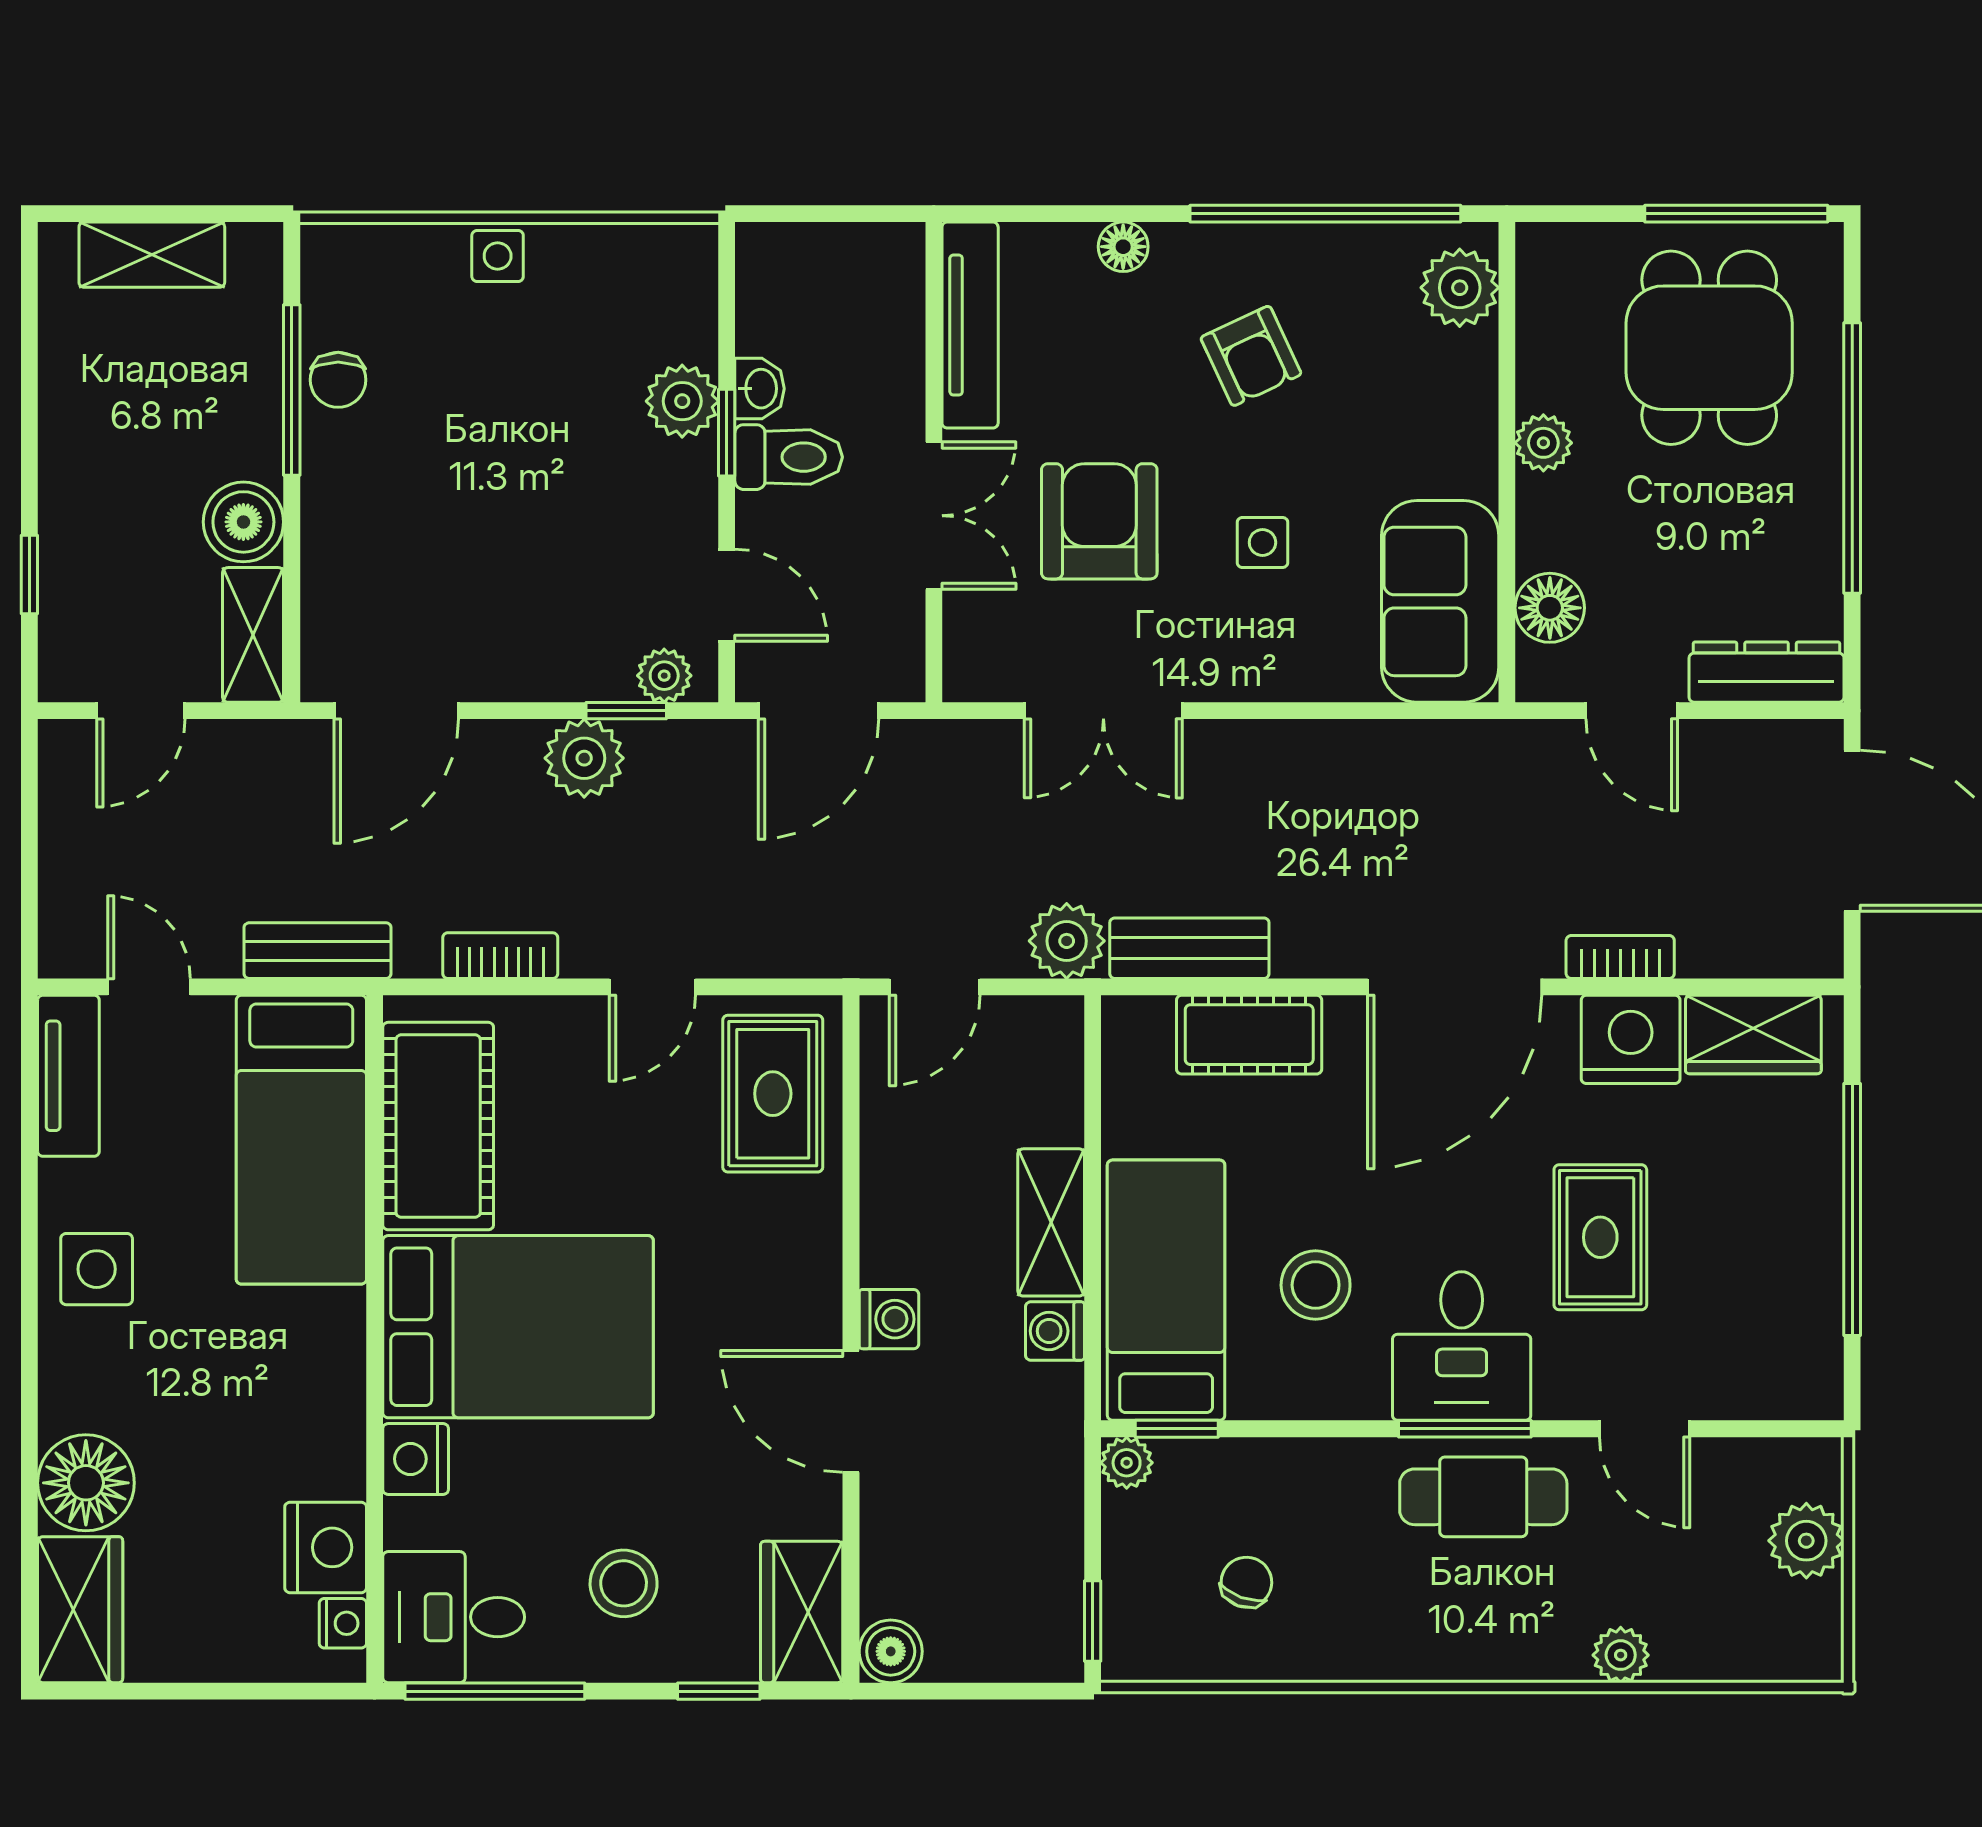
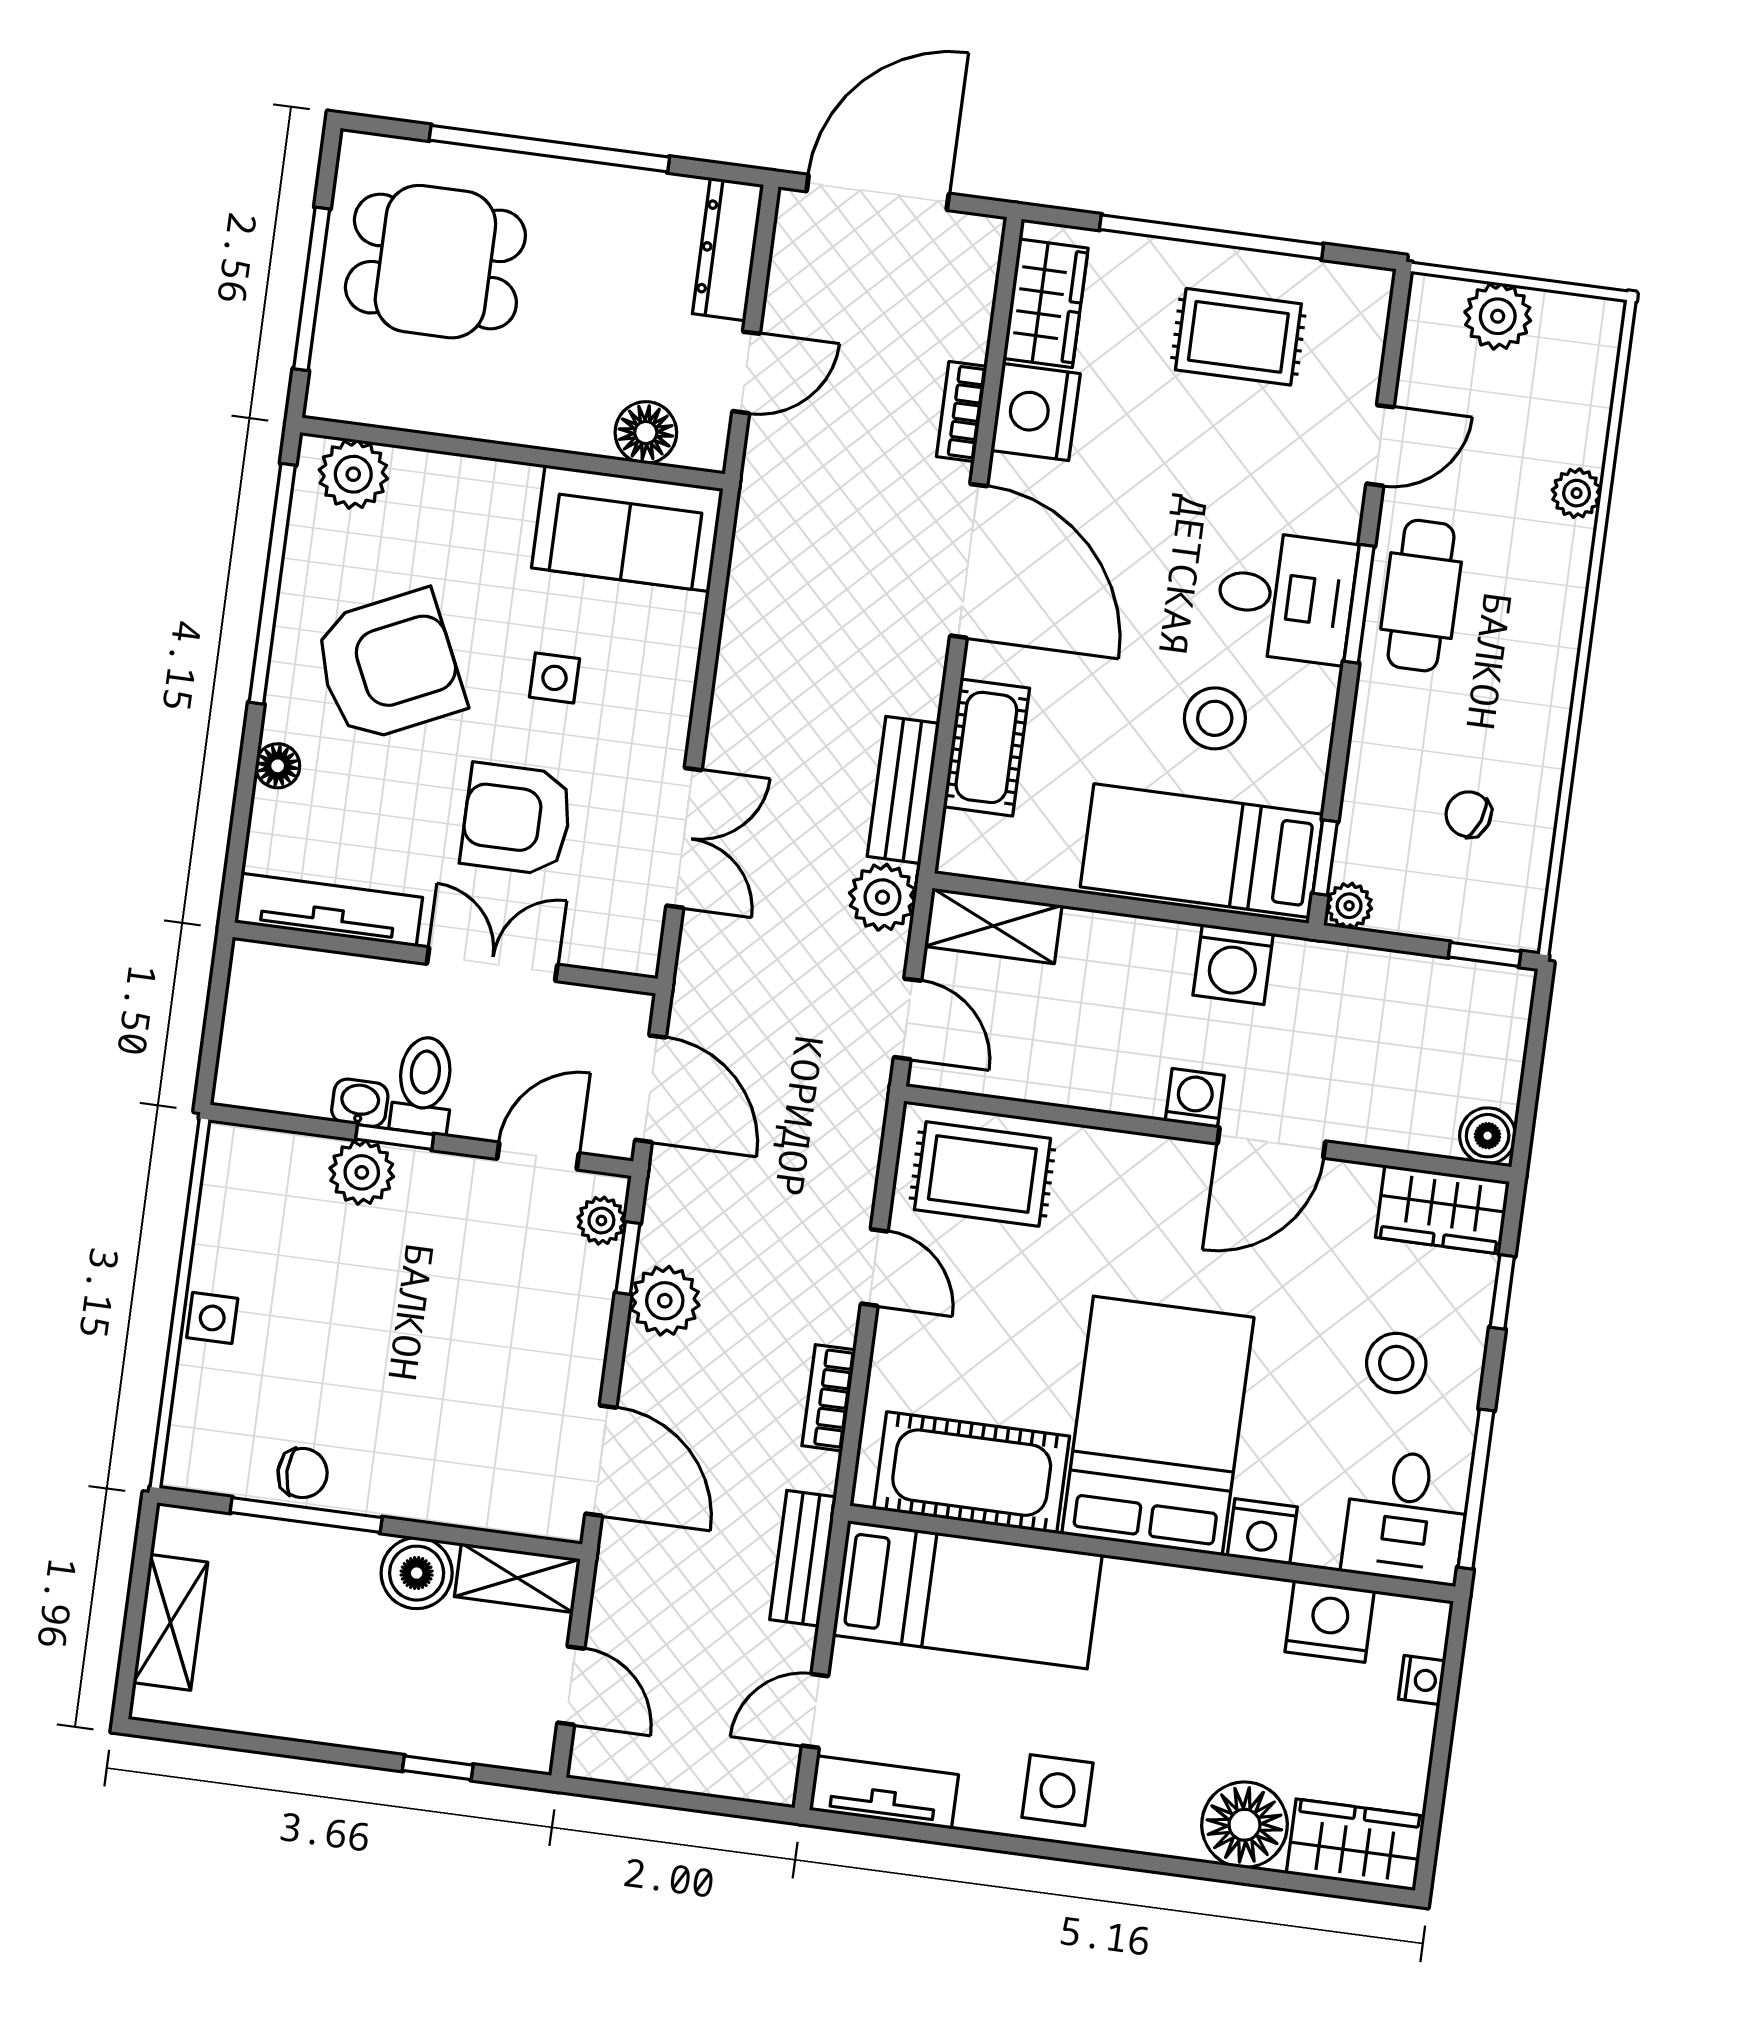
window: (1736, 214) -> (312, 289), moved
armchair: (1251, 356) -> (389, 666), width x1.88, depth x1.88
plant: (1543, 443) -> (500, 419), removed
shelving: (1051, 1222) -> (993, 926), moved
rug: (1600, 1237) -> (1238, 337), moved
washing machine: (1055, 1331) -> (1233, 964), width x1.38, depth x1.38
nightstand: (343, 1623) -> (1422, 1680), moved, turned 90

